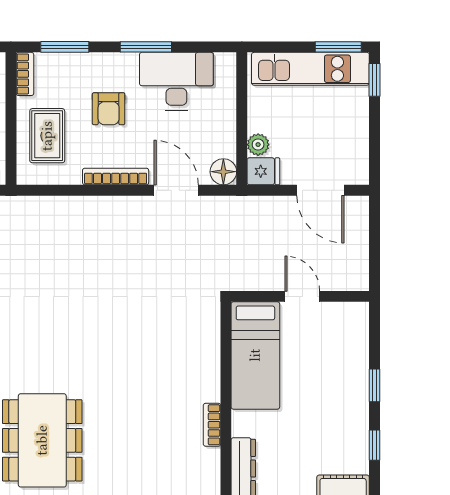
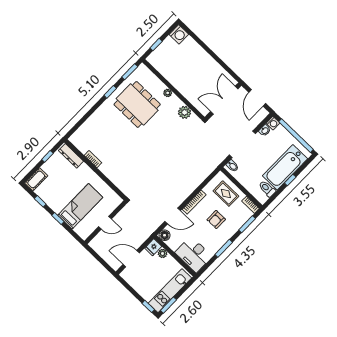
desk: (176, 81) -> (194, 254), moved, turned 90
armchair: (109, 109) -> (216, 219), turned -90
bed: (255, 355) -> (80, 206), moved, turned 90

